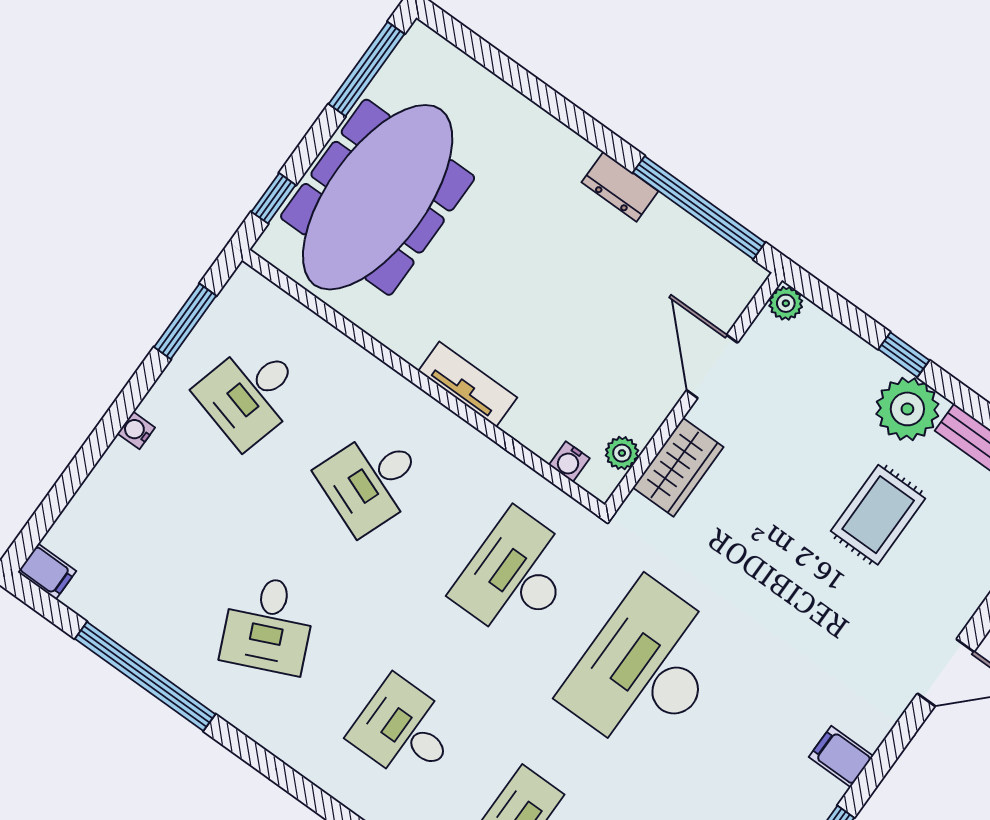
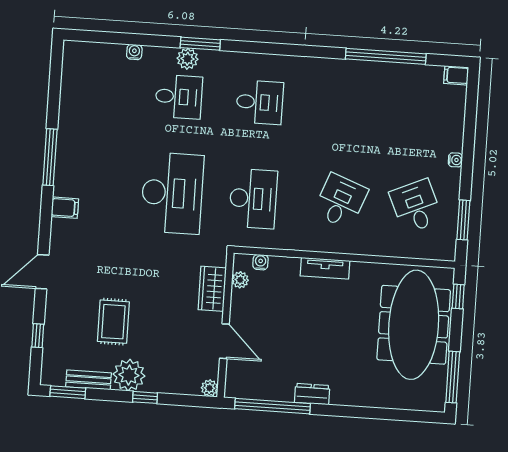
desk: (251, 394) -> (416, 206), turned -39
desk: (268, 624) -> (347, 112), removed

